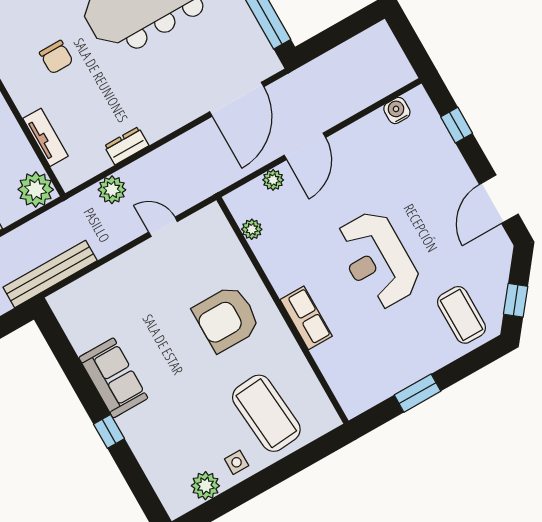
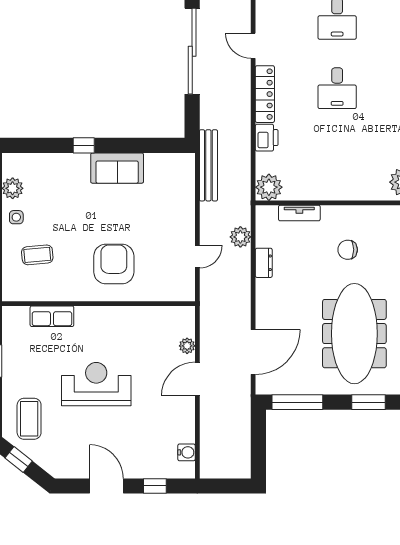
door: (237, 99) -> (253, 352), swing flipped
door: (305, 146) -> (197, 379), hinge flipped
door: (499, 199) -> (106, 486), moved
plant: (252, 229) -> (163, 314), removed
coffee table: (462, 315) -> (29, 419), turned 90
row of seats: (306, 318) -> (52, 316), moved
coffee table: (266, 413) -> (37, 255), width x0.54, depth x0.58

